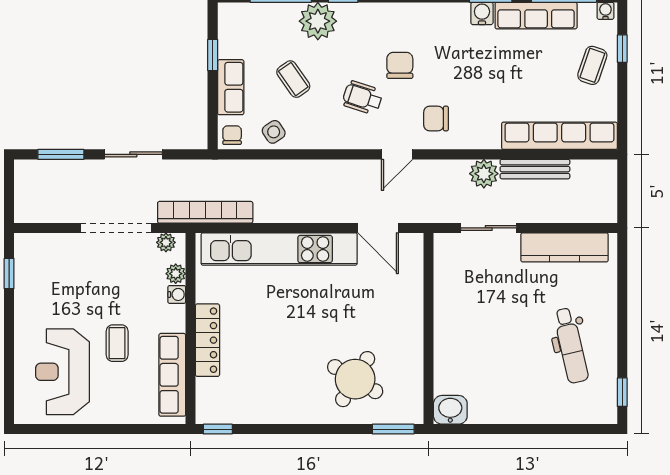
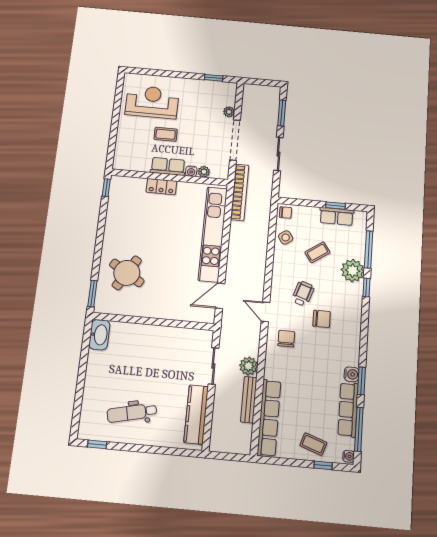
row of seats: (231, 87) -> (337, 216), moved
plant: (166, 242) -> (229, 112), moved
locker: (207, 340) -> (161, 187), width x0.66
row of seats: (172, 375) -> (168, 166), moved, width x0.68
washbasin: (450, 410) -> (99, 335), width x1.38

